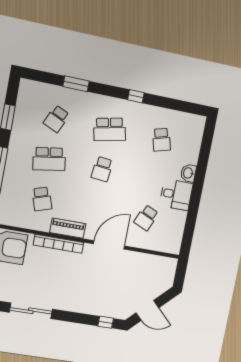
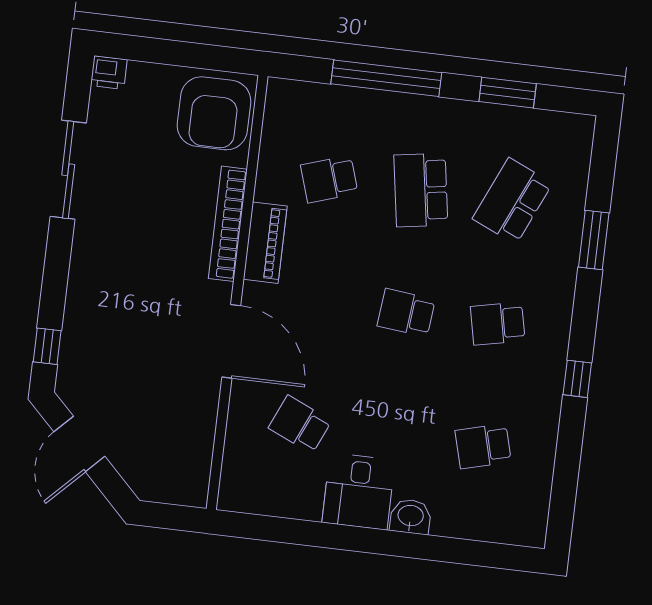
school desk: (56, 119) -> (512, 201), width x1.85
school desk: (110, 129) -> (498, 324), width x0.54

